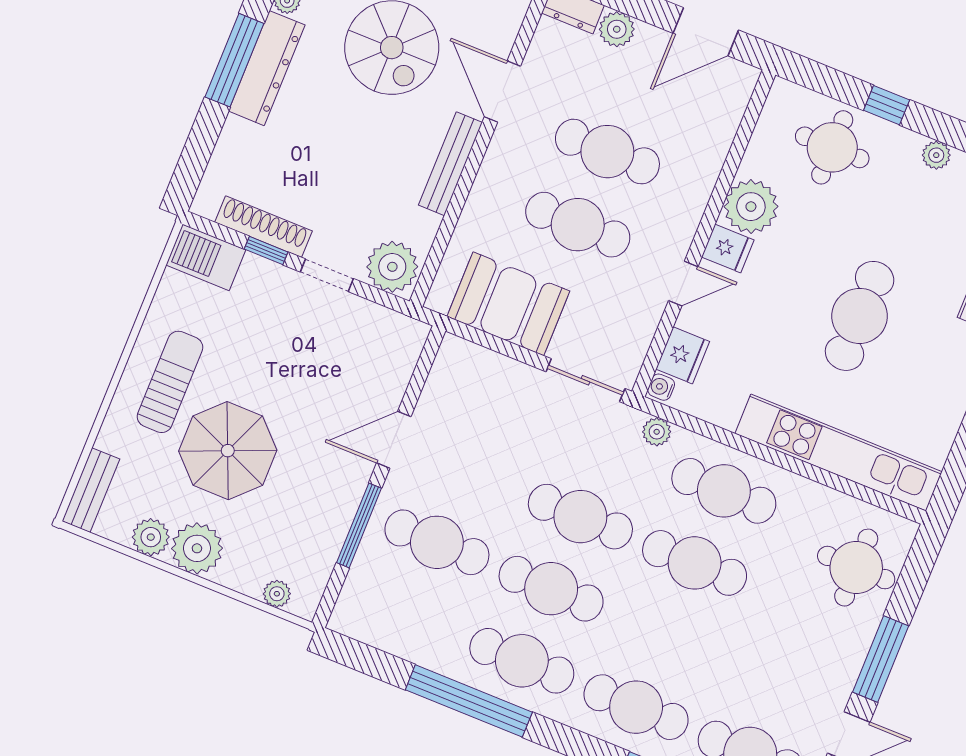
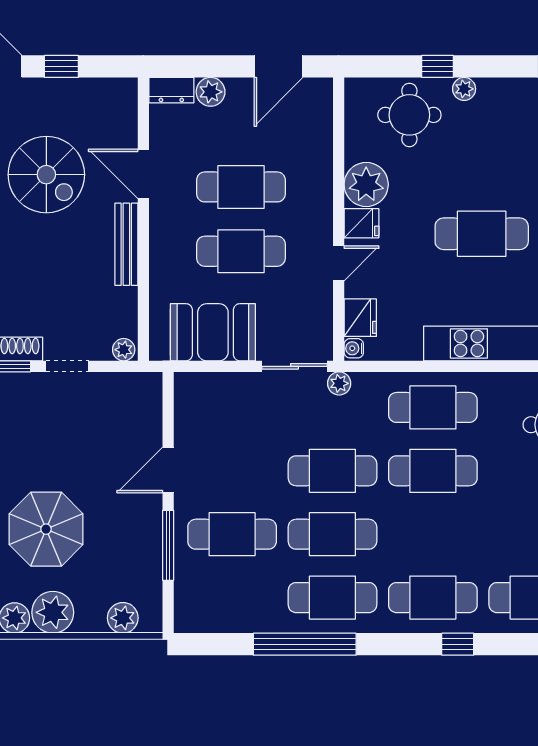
plant: (936, 155) -> (464, 89), moved
plant: (392, 267) -> (124, 350), width x0.53, depth x0.53
cafe table: (860, 316) -> (482, 234), turned 90
plant: (657, 432) -> (339, 383), moved
plant: (277, 594) -> (123, 618), width x1.38, depth x1.38

